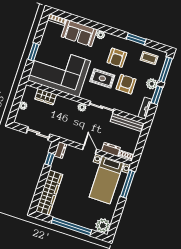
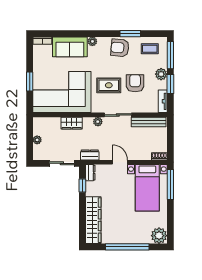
armchair: (117, 58) -> (120, 48), moved, turned 95
wardrobe: (46, 97) -> (72, 123), moved
dresser: (111, 149) -> (90, 155), moved

